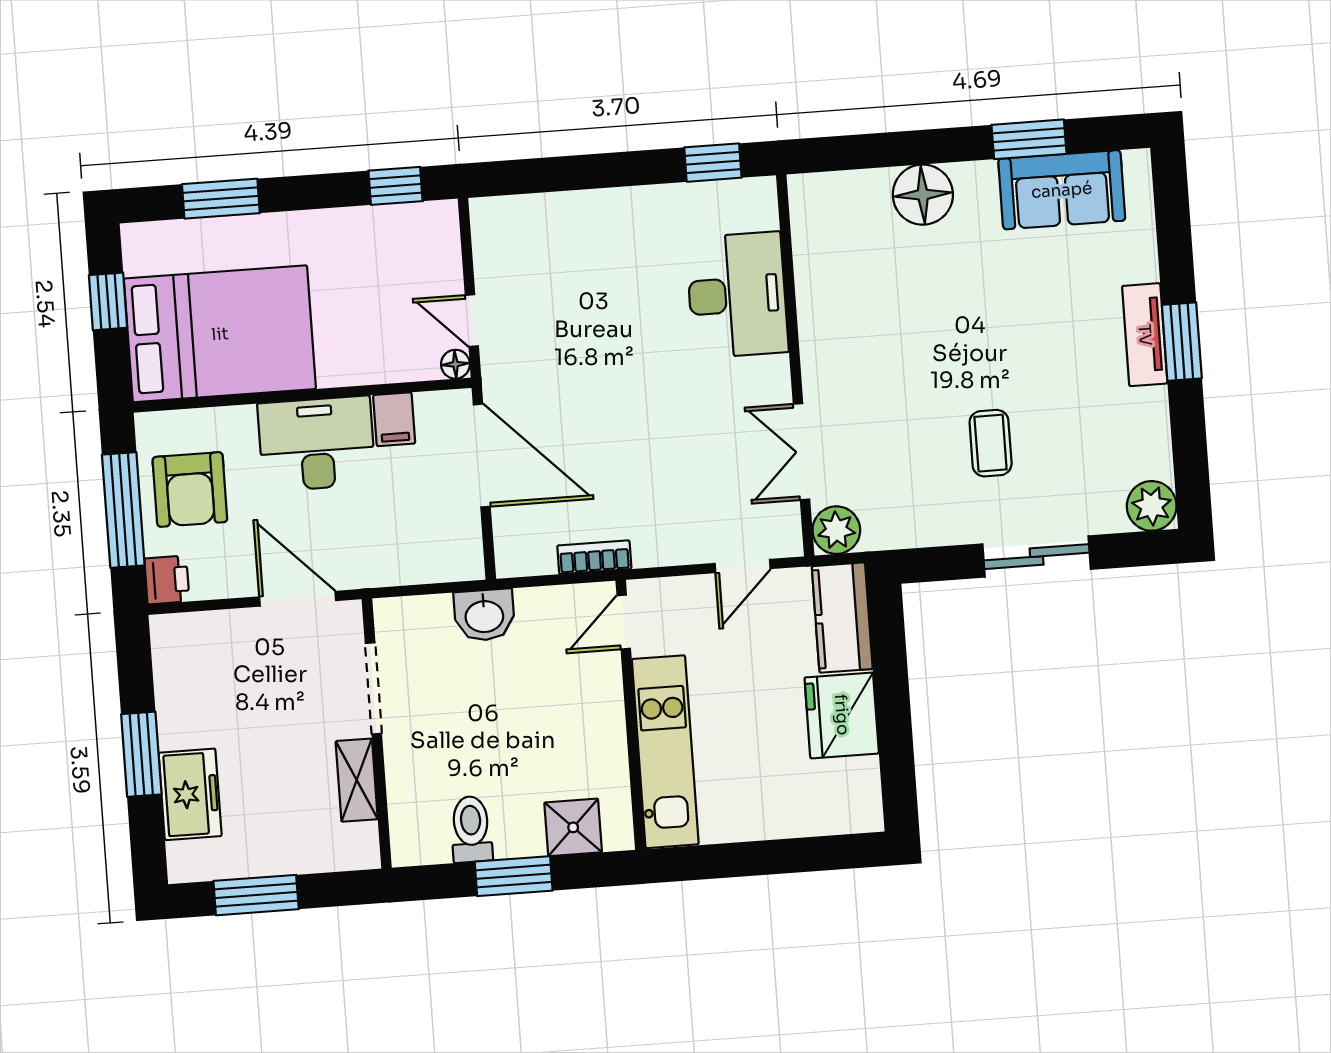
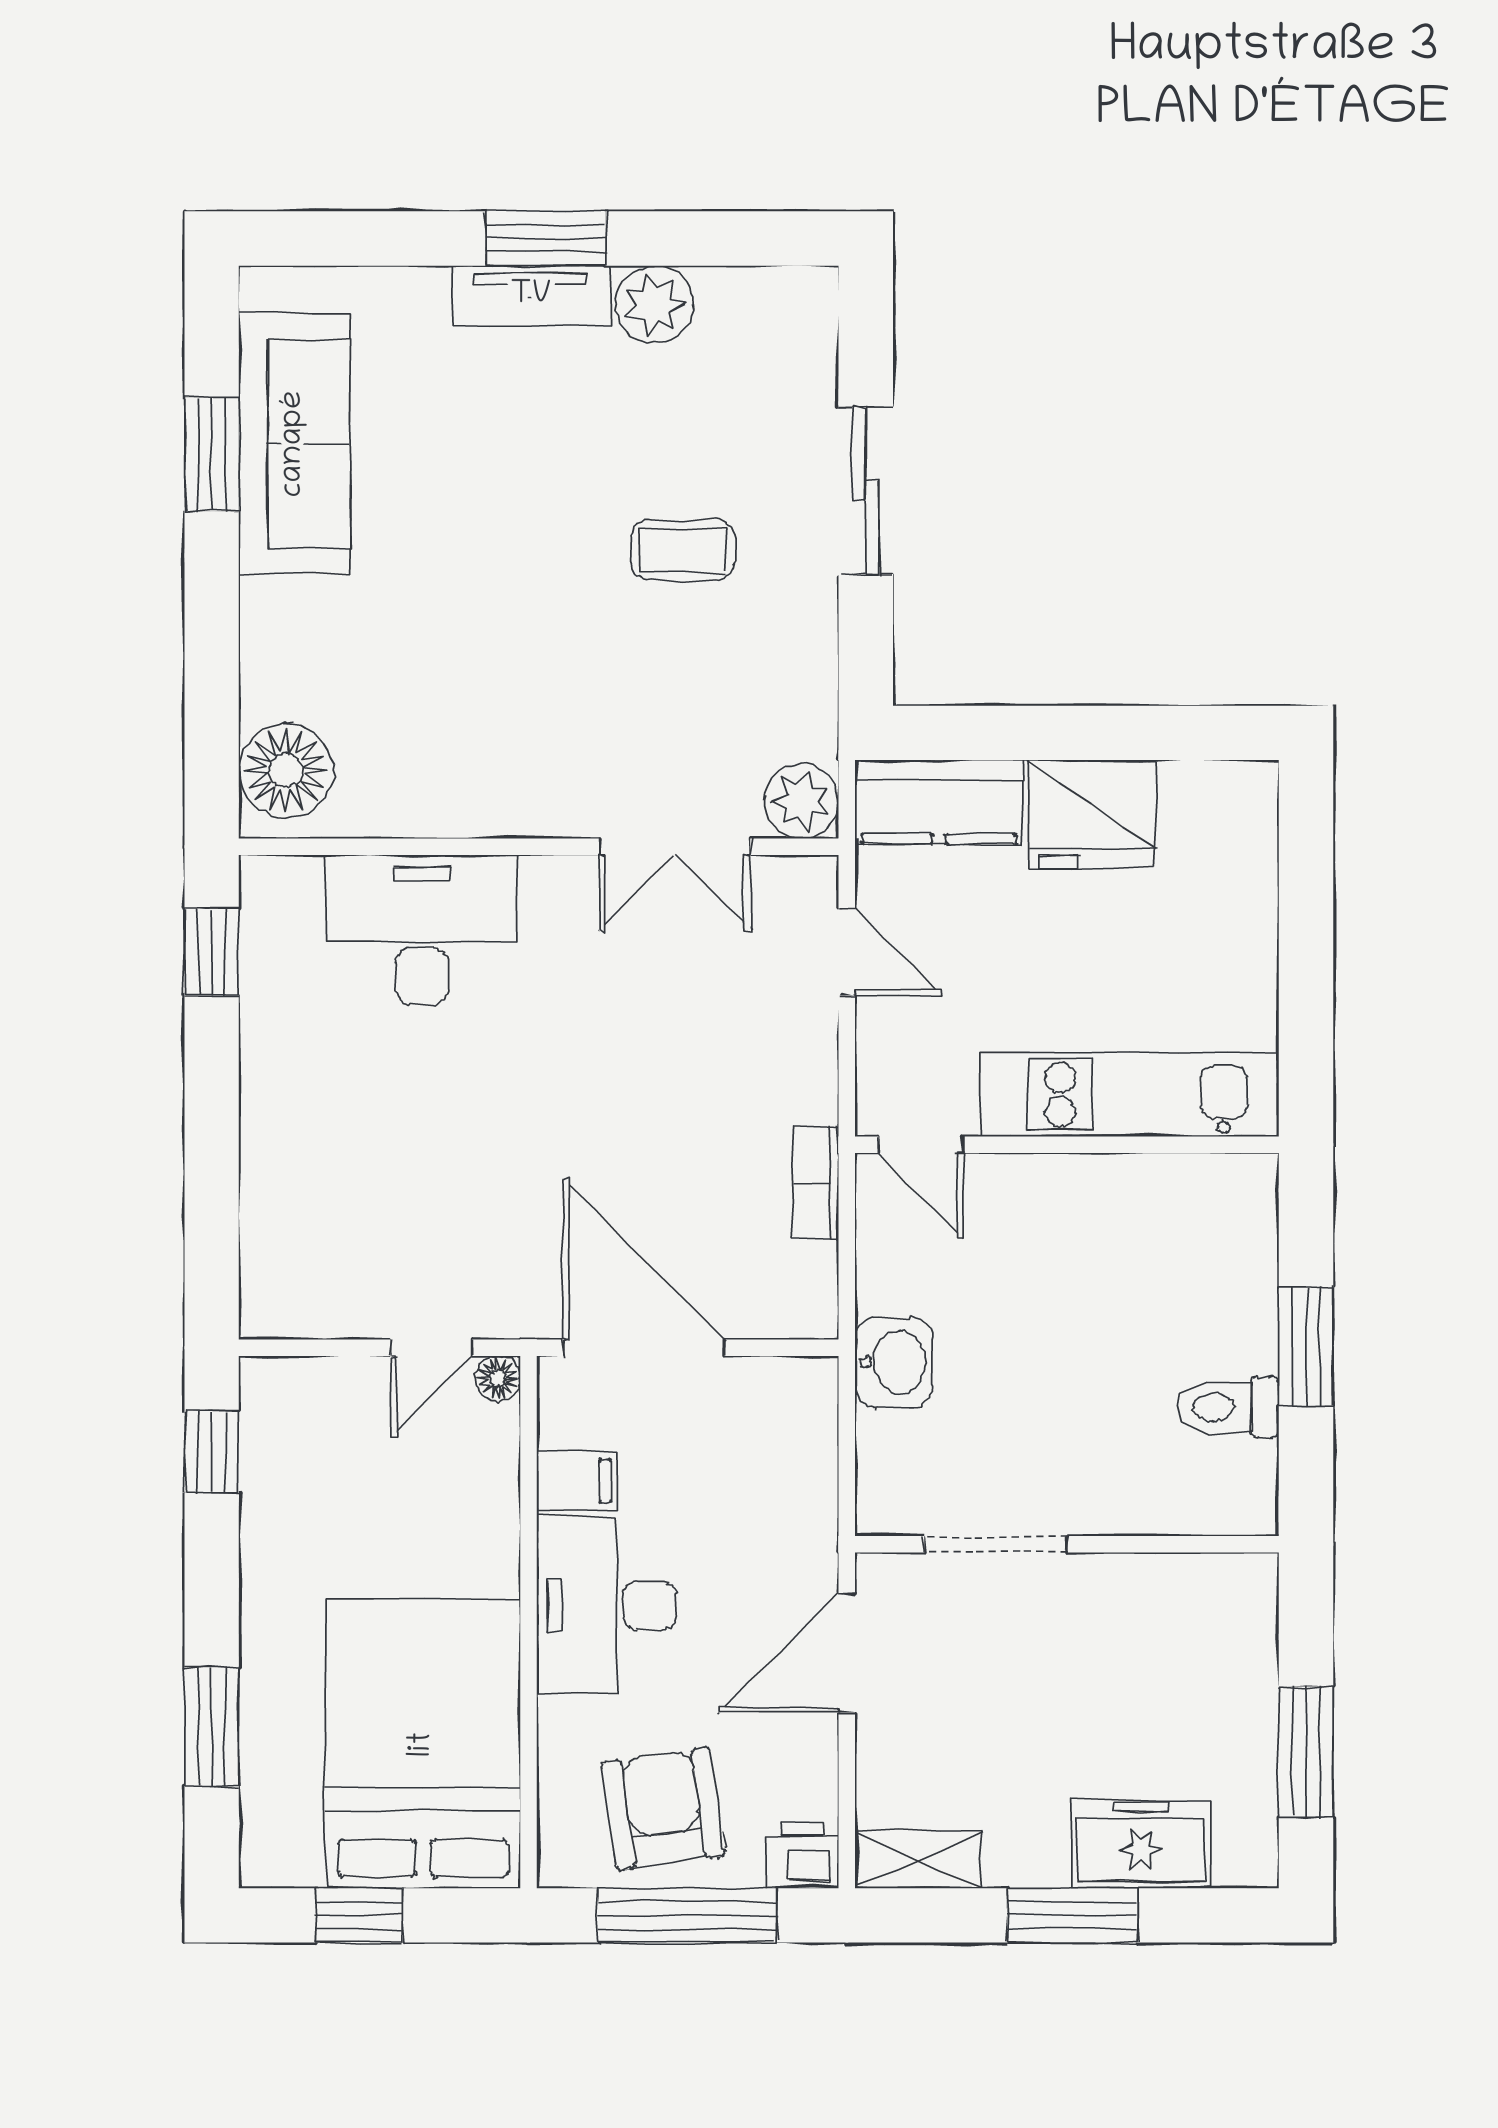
sofa: (1062, 190) -> (294, 444), width x1.36
floor lamp: (923, 195) -> (286, 771), moved
door: (482, 456) -> (644, 1348), hinge flipped
armchair: (190, 489) -> (663, 1809), turned -98
plant: (1152, 506) -> (654, 305), moved
shelving: (357, 780) -> (919, 1860), moved
shower: (573, 827) -> (1237, 1247), removed

